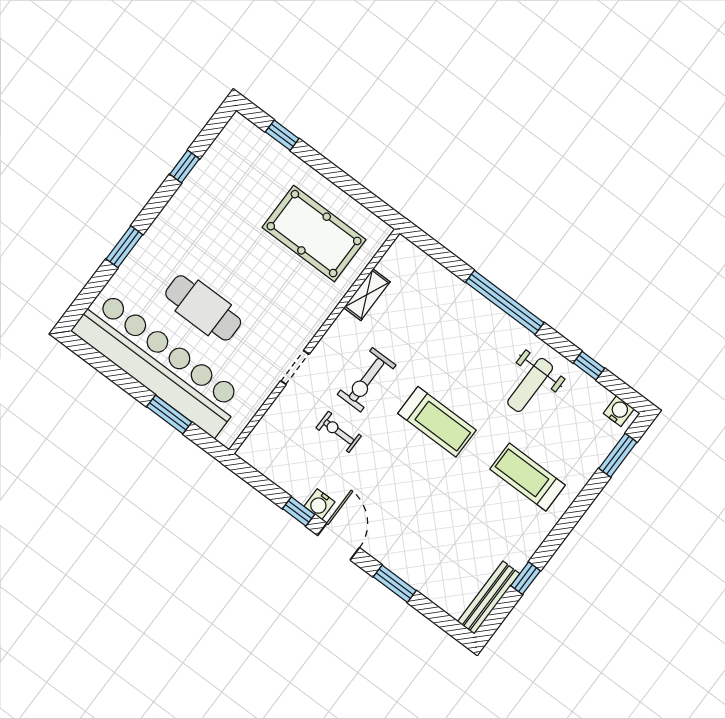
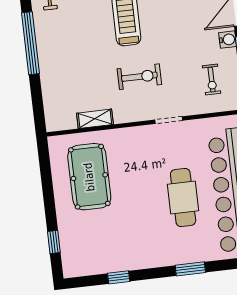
exercise bike: (339, 432) -> (212, 80), moved

